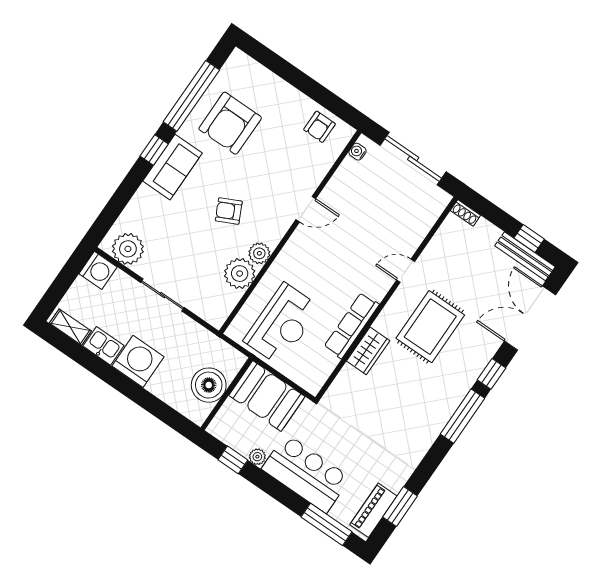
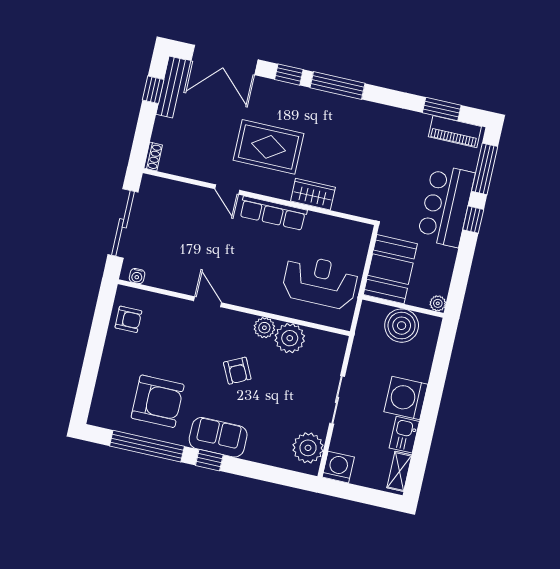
row of seats: (352, 326) -> (273, 213), moved
plant: (257, 457) -> (438, 303), moved
window: (233, 460) -> (473, 220), moved

